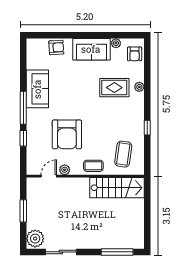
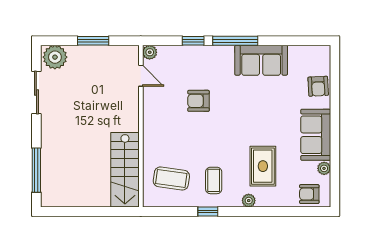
plant: (139, 87) -> (249, 201), moved
armchair: (67, 134) -> (198, 101), width x0.53, depth x0.53
coffee table: (93, 166) -> (214, 180), moved
plant: (65, 170) -> (150, 52), moved

